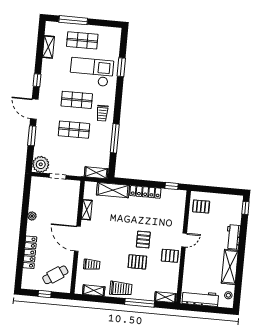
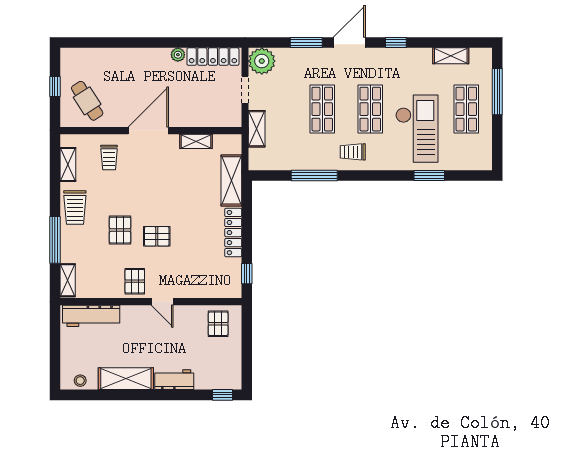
shelving: (96, 173) -> (257, 129), moved
locker: (30, 252) -> (213, 57), moved
workbench: (200, 298) -> (91, 316), moved, turned 90

